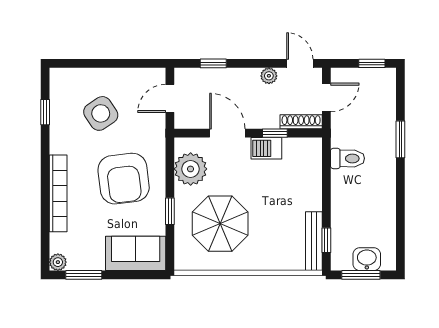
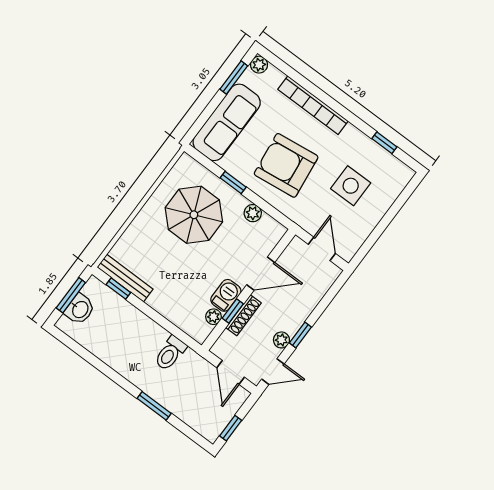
window: (213, 63) -> (300, 335), moved
side table: (101, 113) -> (351, 186), turned 34
shoe rack: (301, 122) -> (243, 315), moved
plant: (291, 145) -> (213, 317), added
plant: (191, 169) -> (253, 213), width x0.53, depth x0.53
sofa: (136, 253) -> (227, 122), width x1.36

